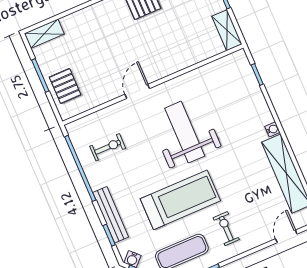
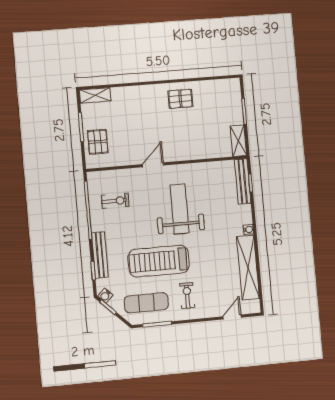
bench: (247, 76) -> (243, 181), added
treadmill: (180, 200) -> (159, 261), turned 180

